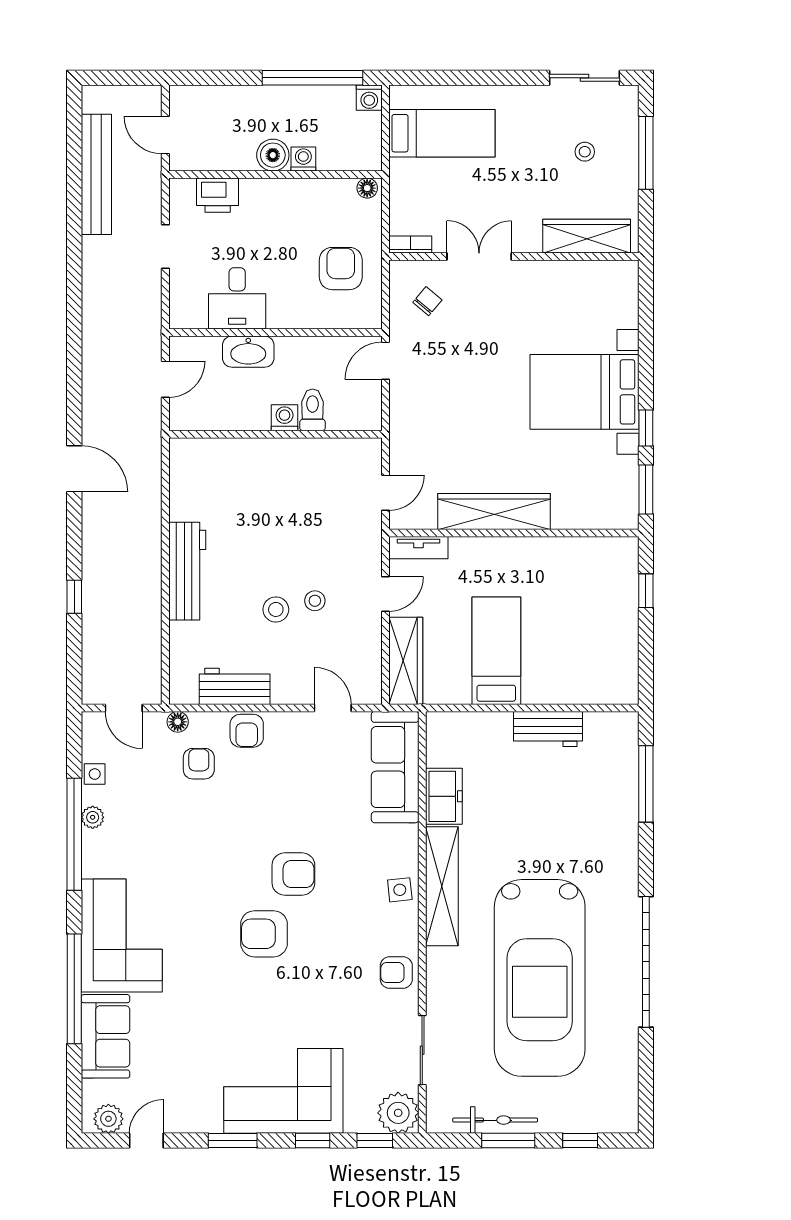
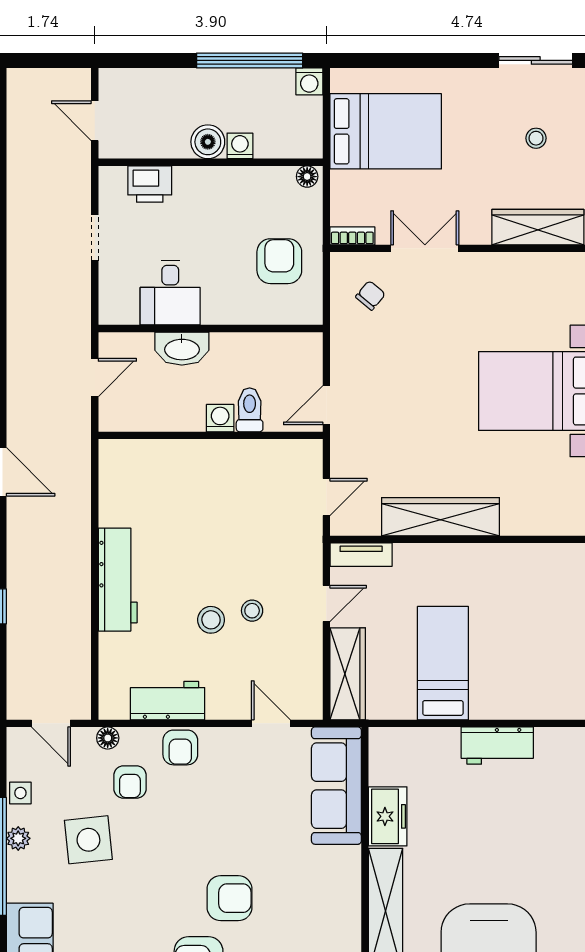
bed: (442, 133) -> (386, 131), width x1.50
bench: (96, 174) -> (22, 162), removed
door: (385, 361) -> (326, 405), moved
armchair: (199, 764) -> (130, 782), turned 180
side table: (400, 890) -> (88, 840), moved, width x1.87, depth x1.87

